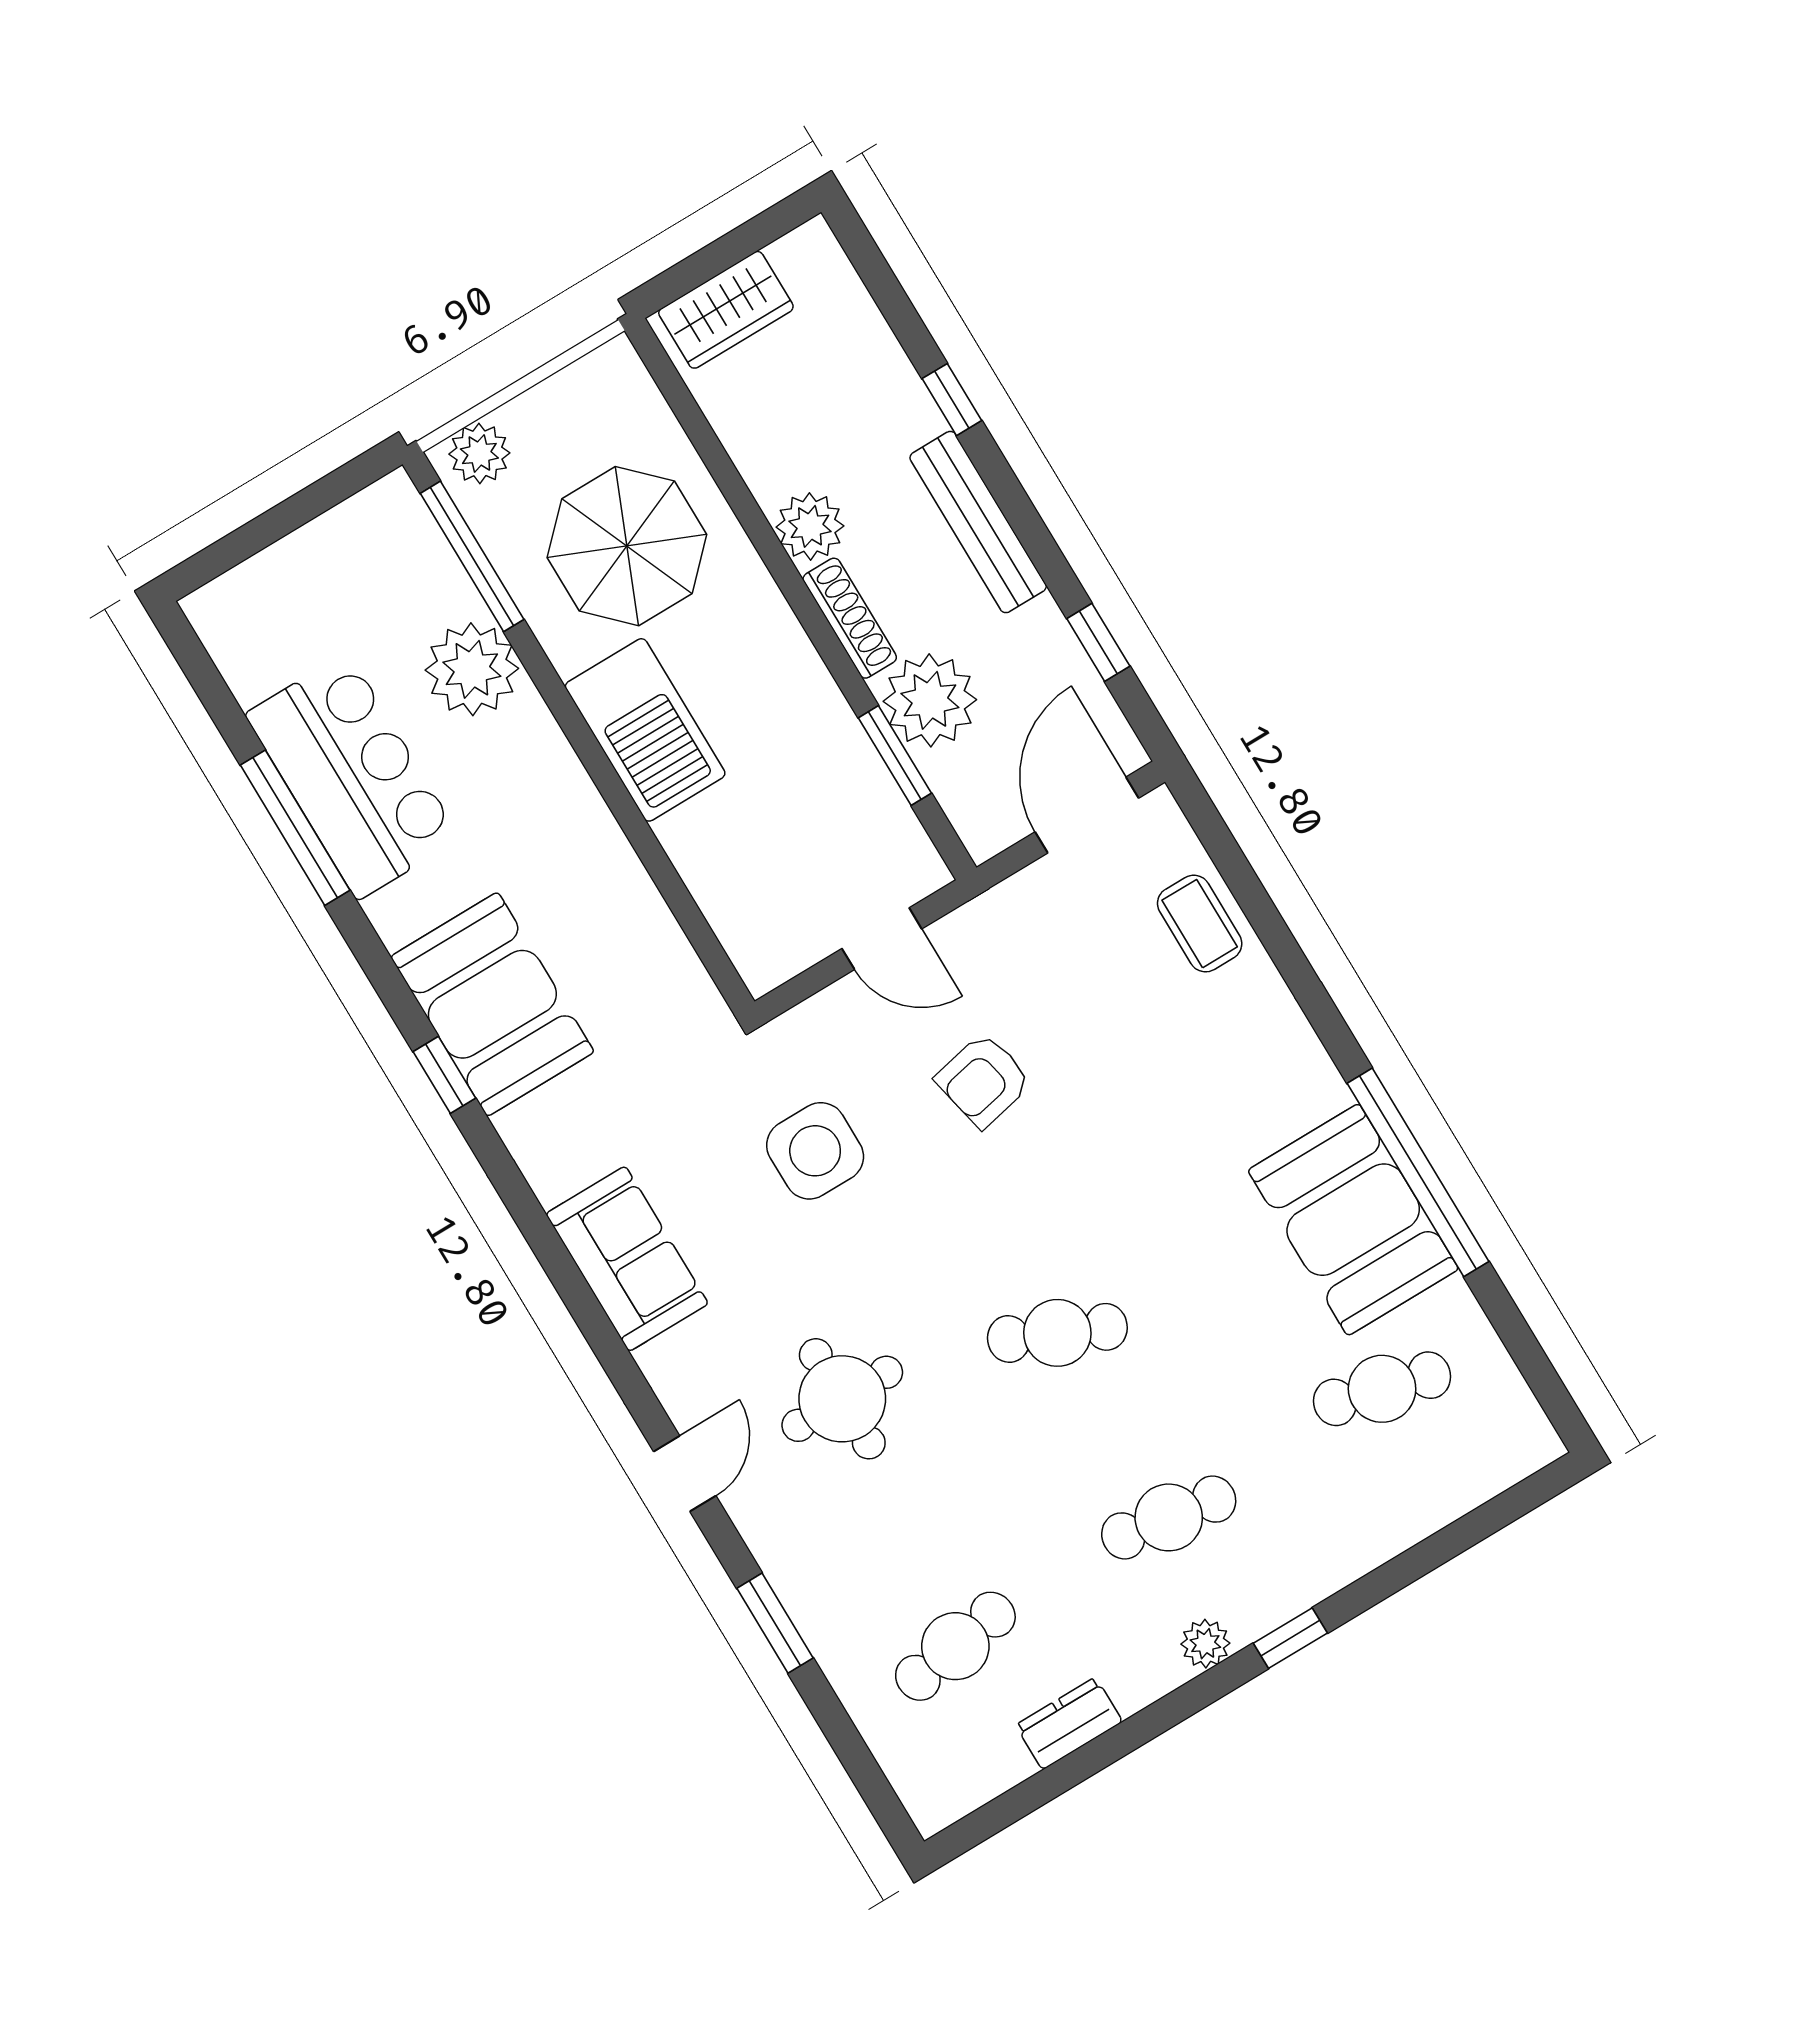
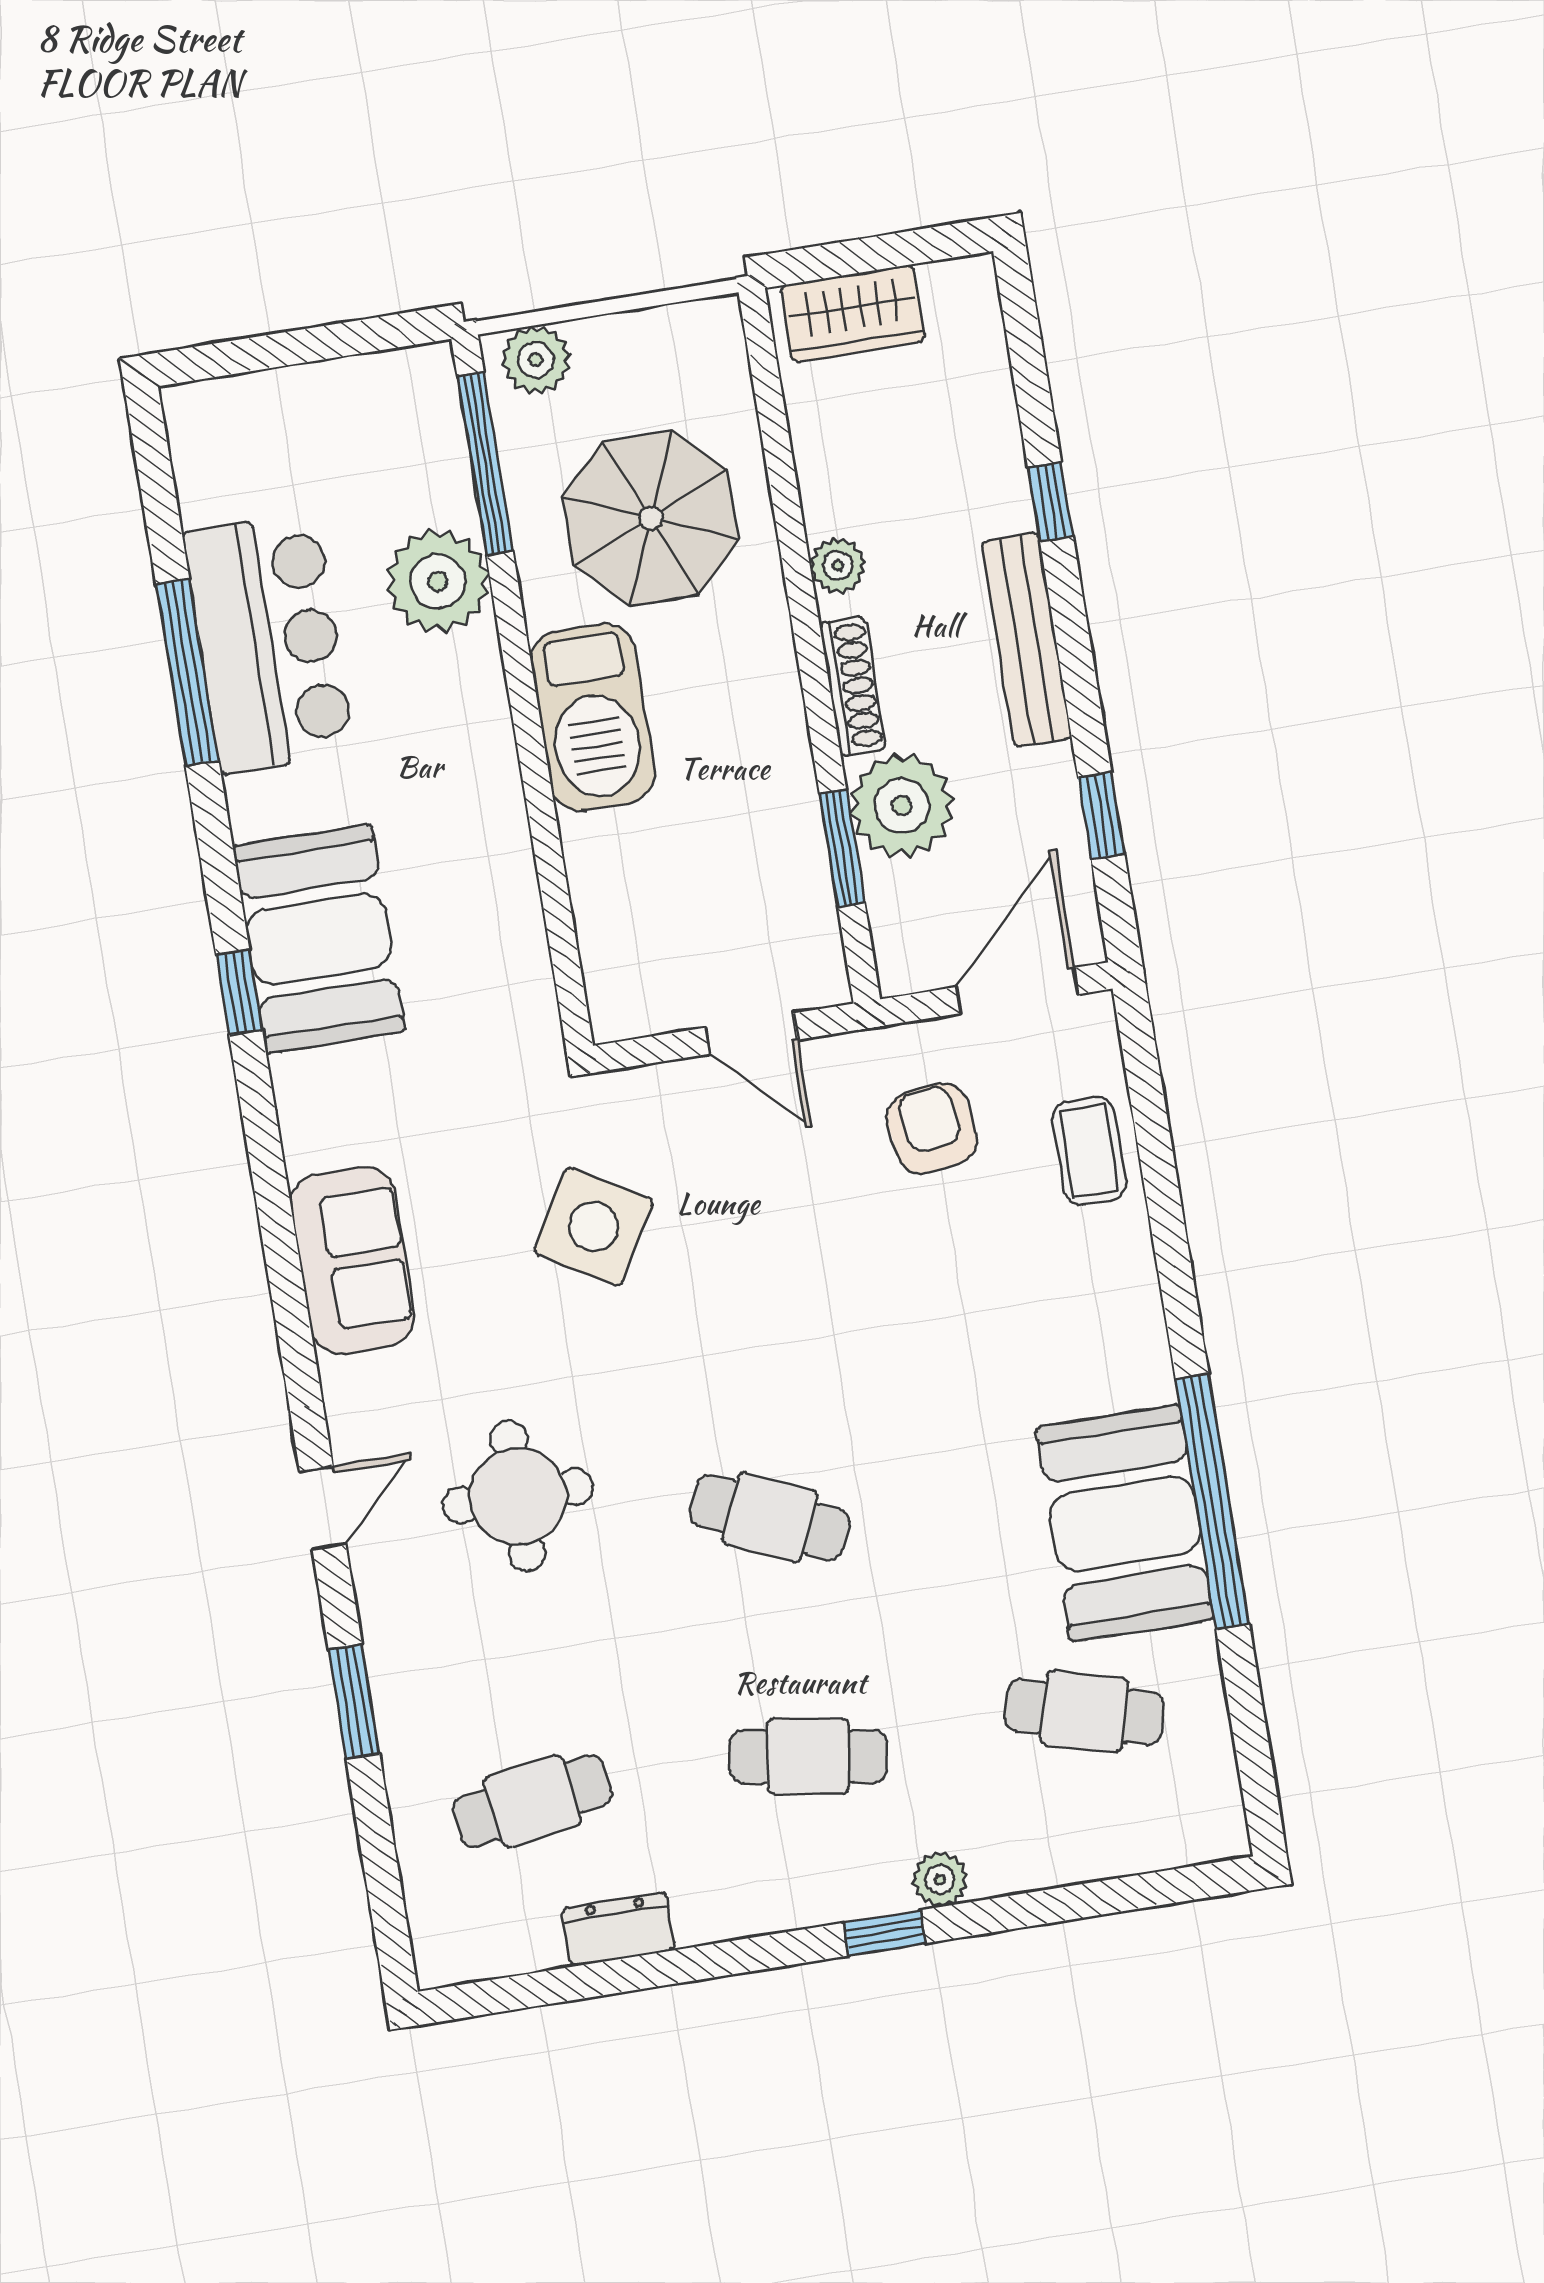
plant: (810, 526) -> (838, 566), width x0.73, depth x0.73
armchair: (983, 1080) -> (932, 1128), moved, turned 94
side table: (815, 1151) -> (594, 1227), turned 31
plant: (1205, 1644) -> (940, 1879), moved

